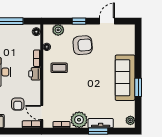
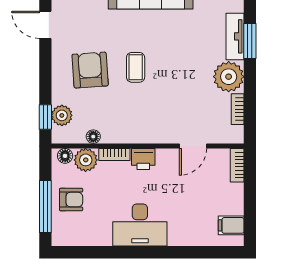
window: (79, 21) -> (45, 117), moved
plant: (34, 43) -> (86, 160), added
coffee table: (59, 68) -> (136, 67), moved
armchair: (18, 104) -> (71, 200), moved
door: (42, 113) -> (193, 146), moved

